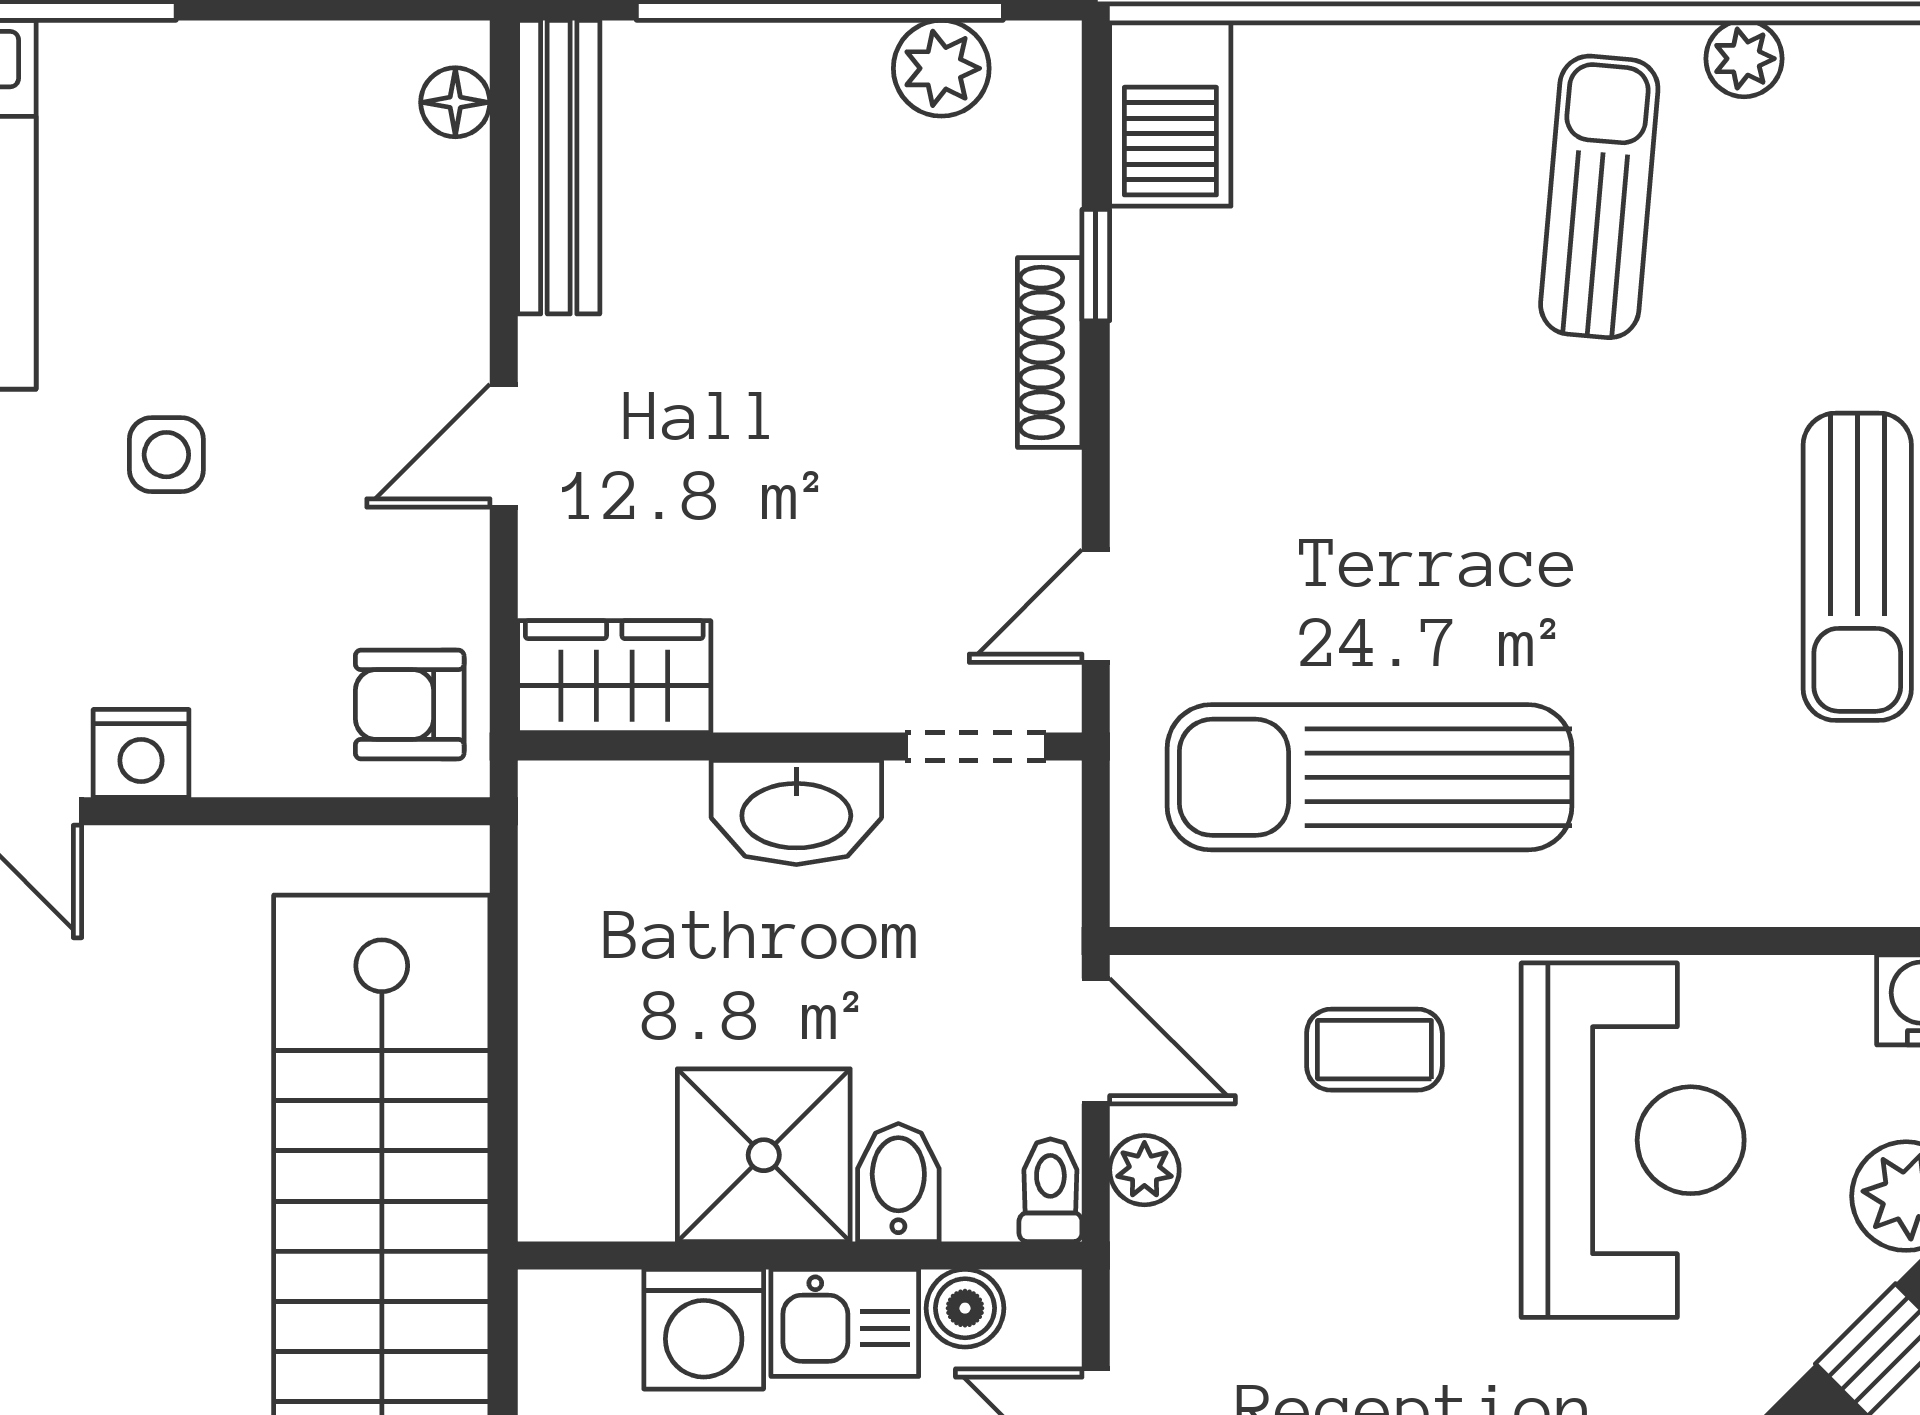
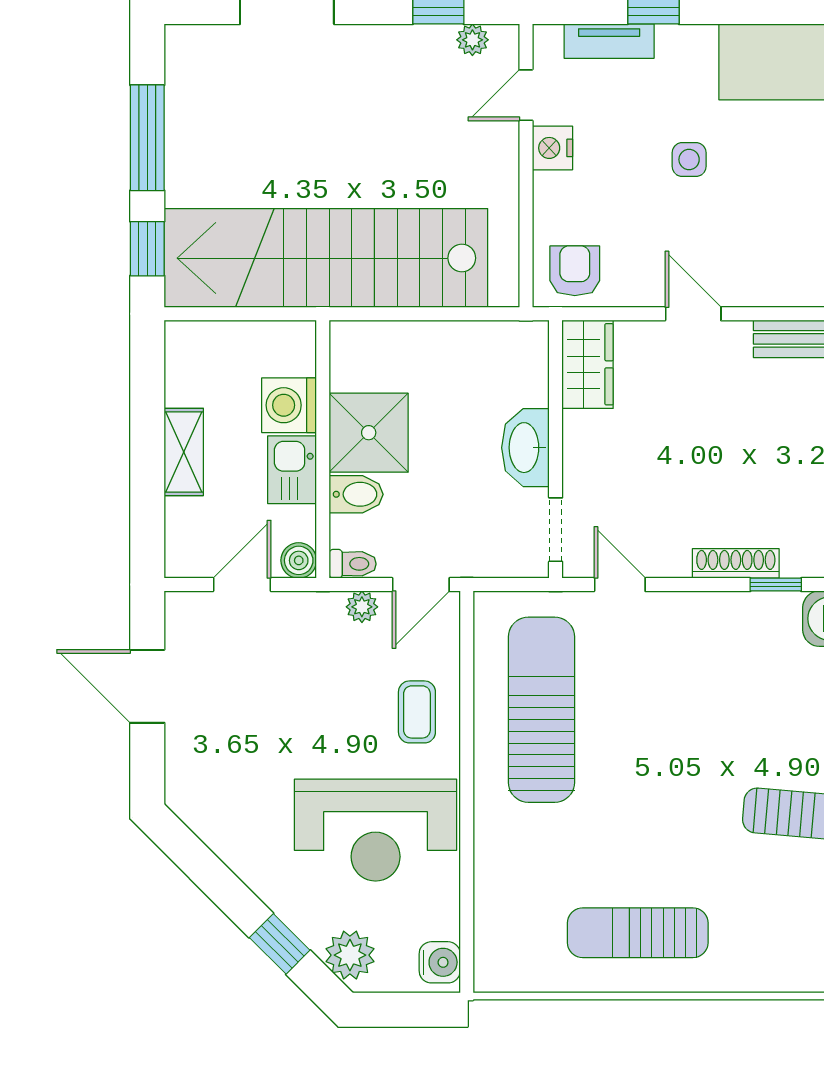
boiler: (965, 1308) -> (299, 560), moved

